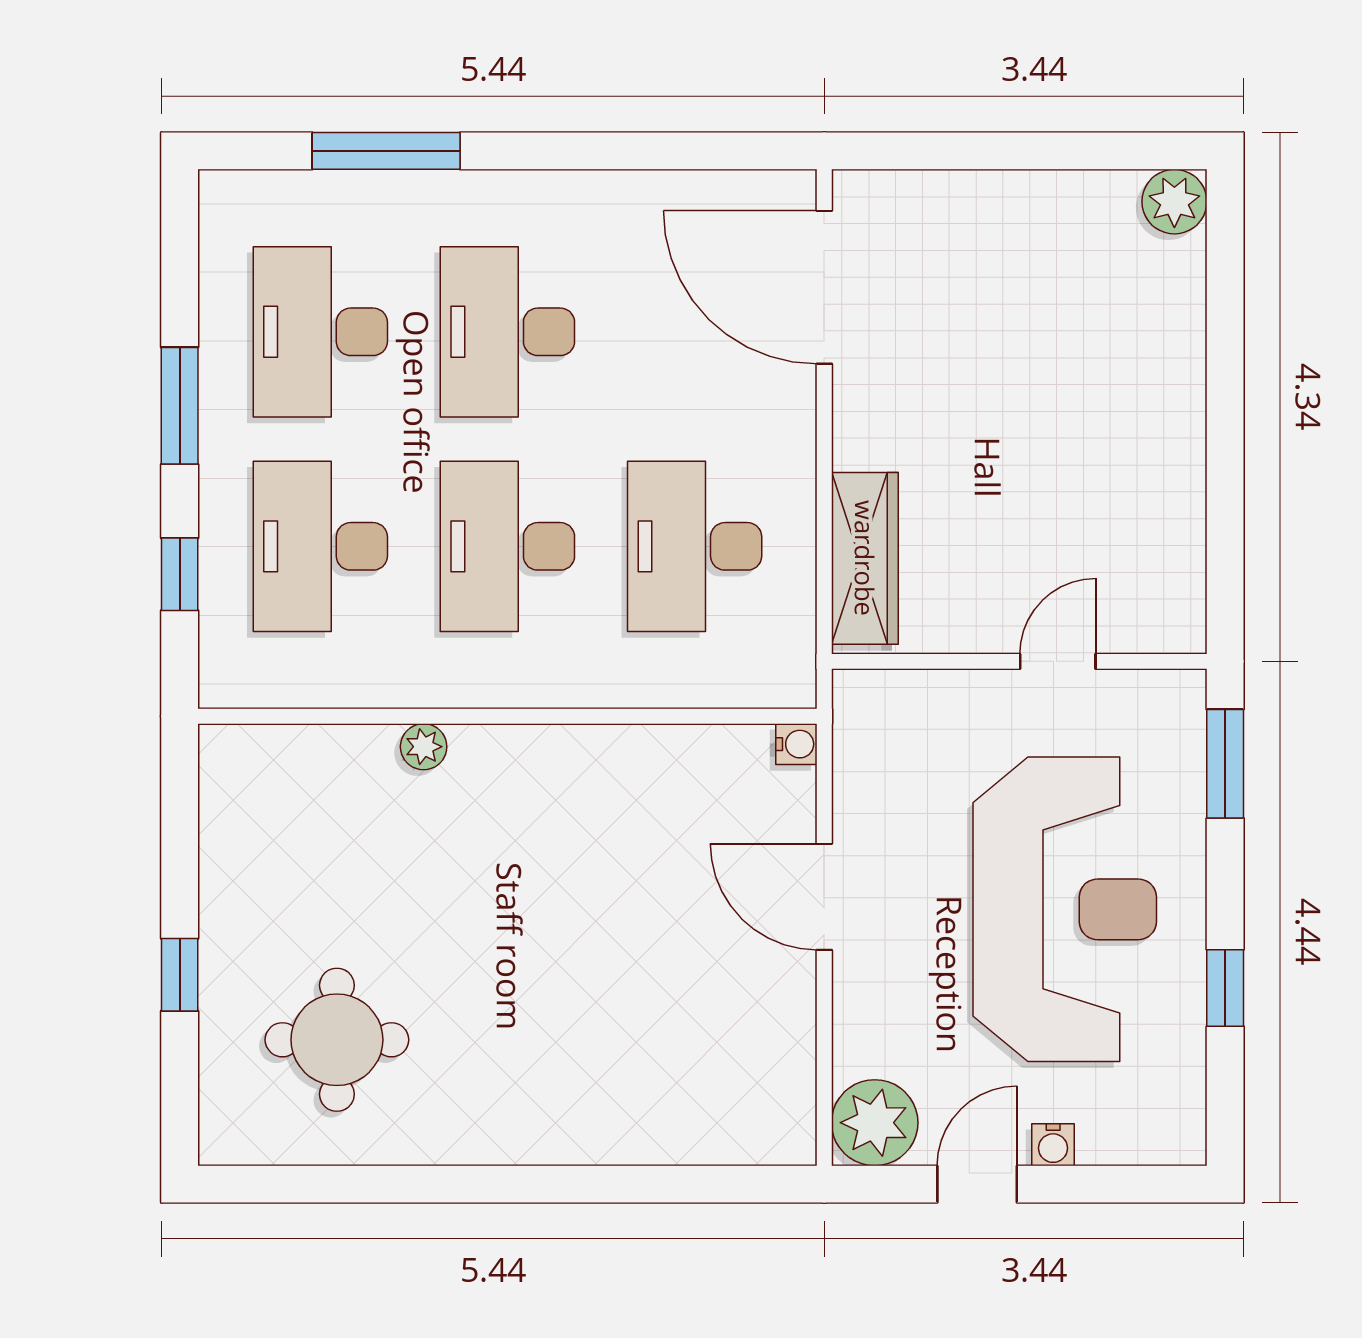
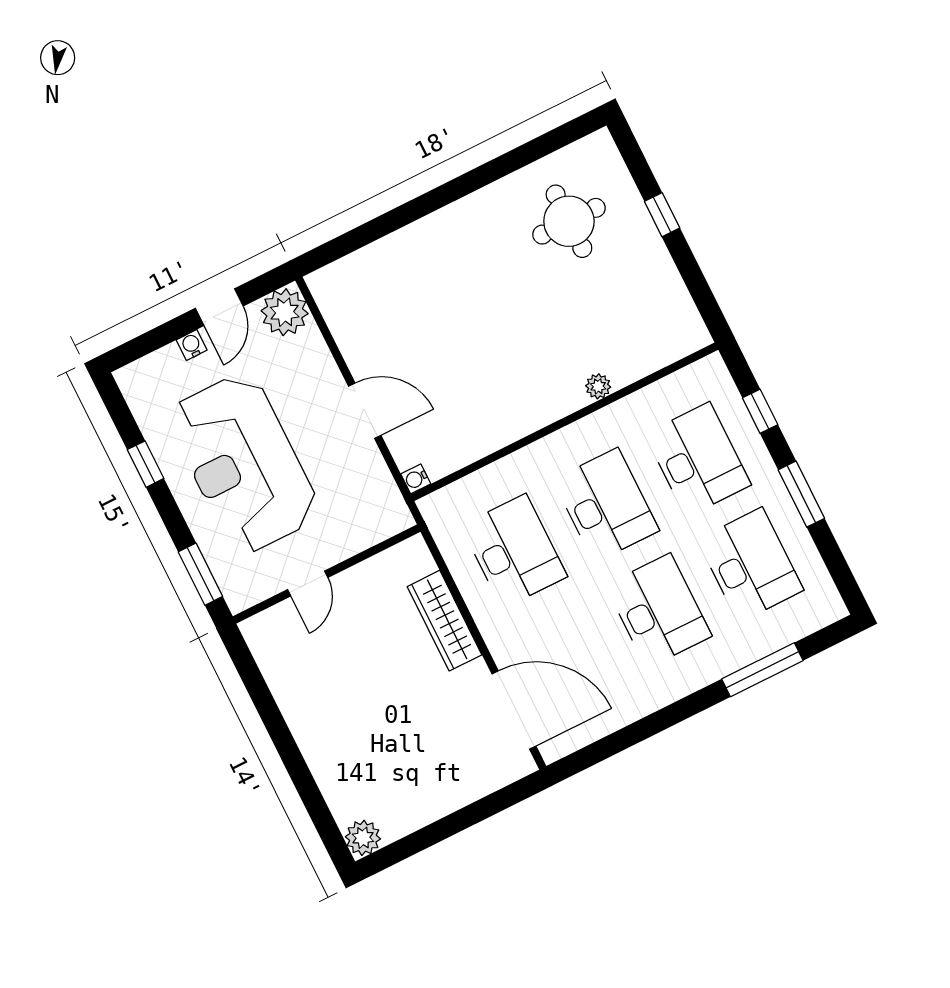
wardrobe: (865, 558) -> (444, 621), moved

